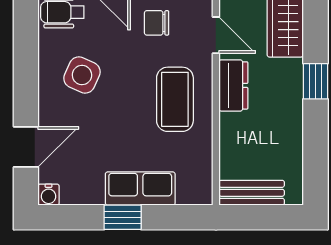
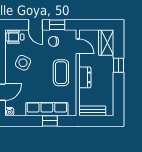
dresser: (233, 85) -> (85, 77), moved
row of seats: (140, 189) -> (47, 109), width x1.48
window: (123, 217) -> (50, 121), moved

